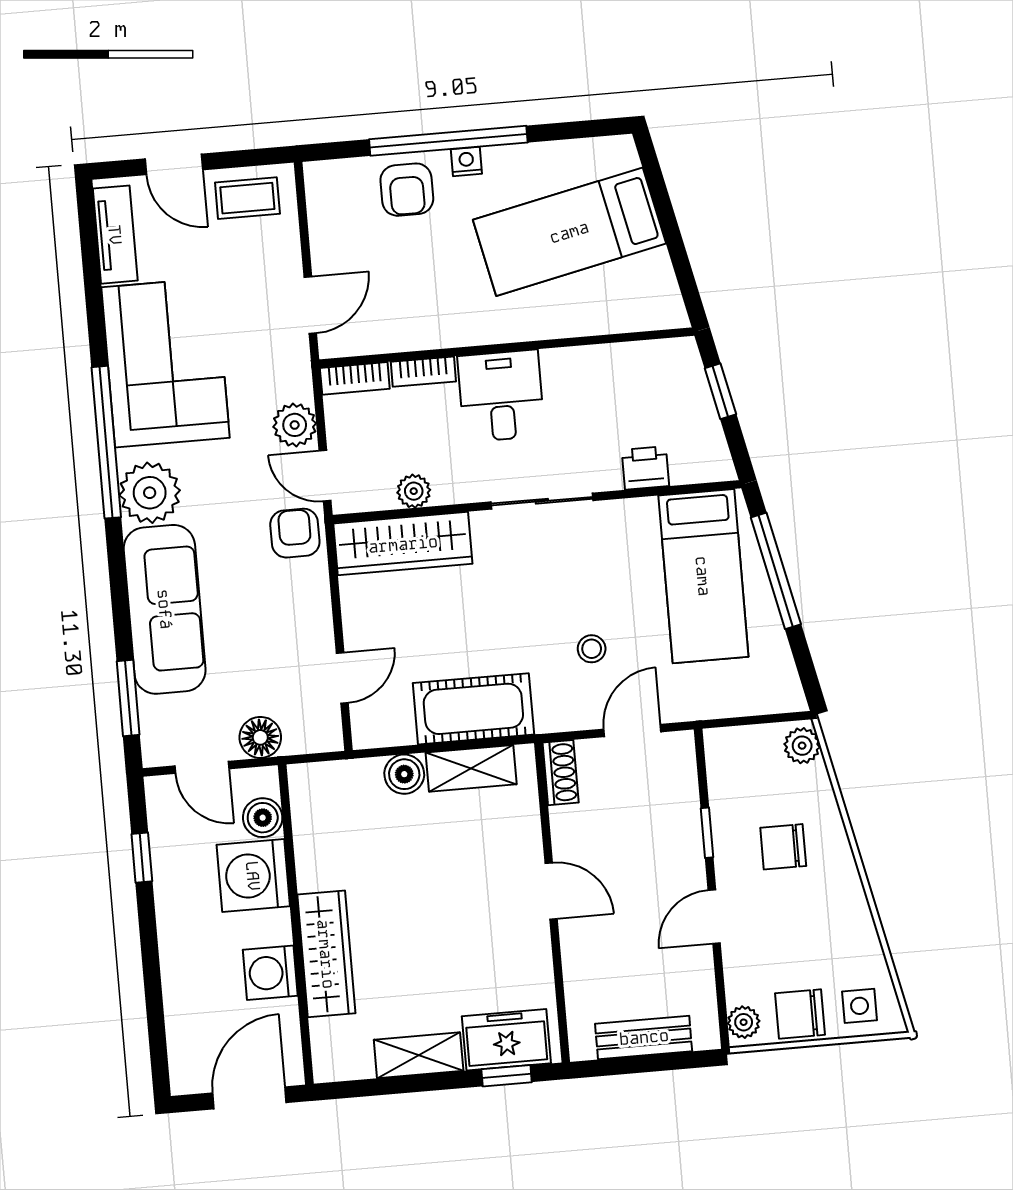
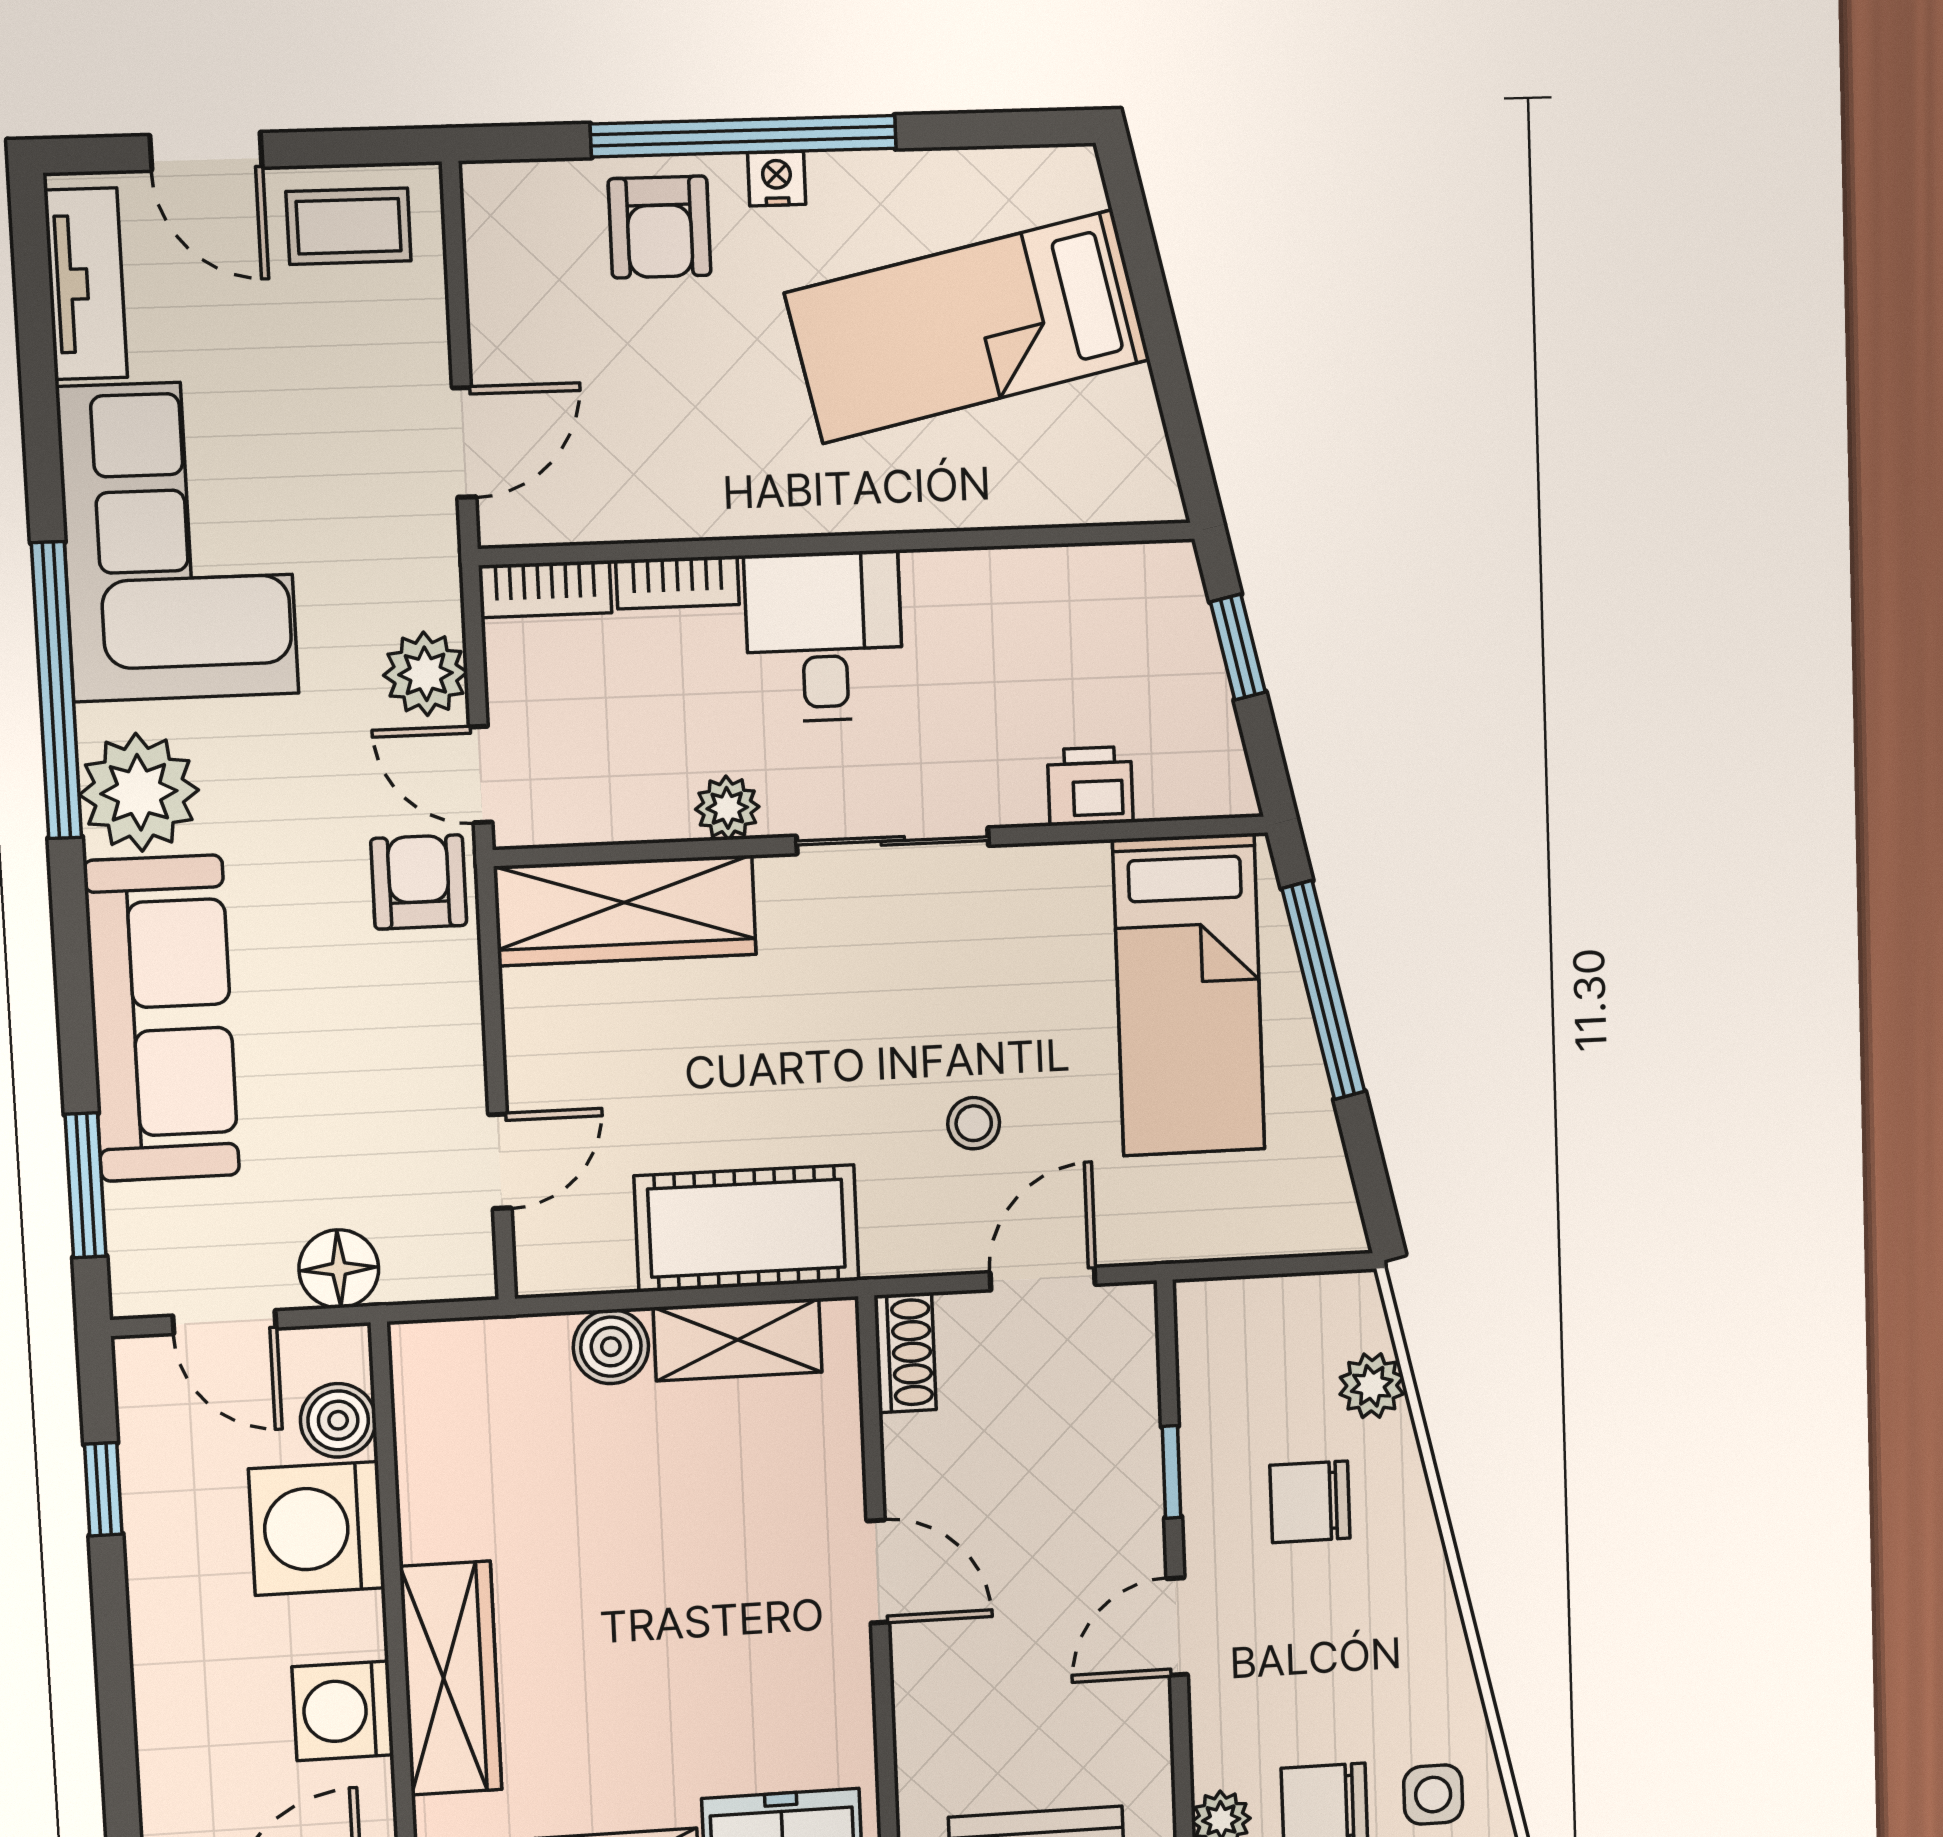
plant: (414, 491) -> (727, 808), moved
plant: (802, 746) -> (1372, 1386), moved

